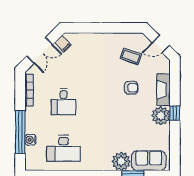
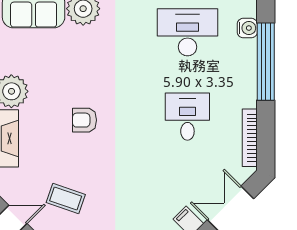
armchair: (131, 88) -> (85, 120), moved
water cooler: (30, 140) -> (247, 28), moved

